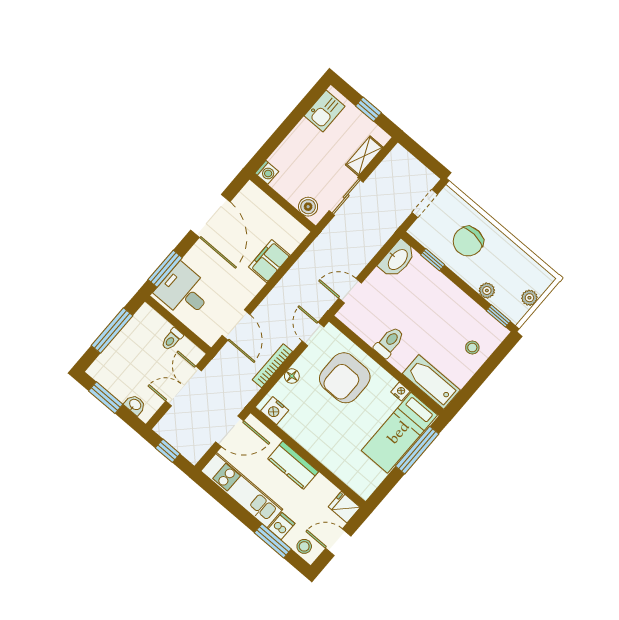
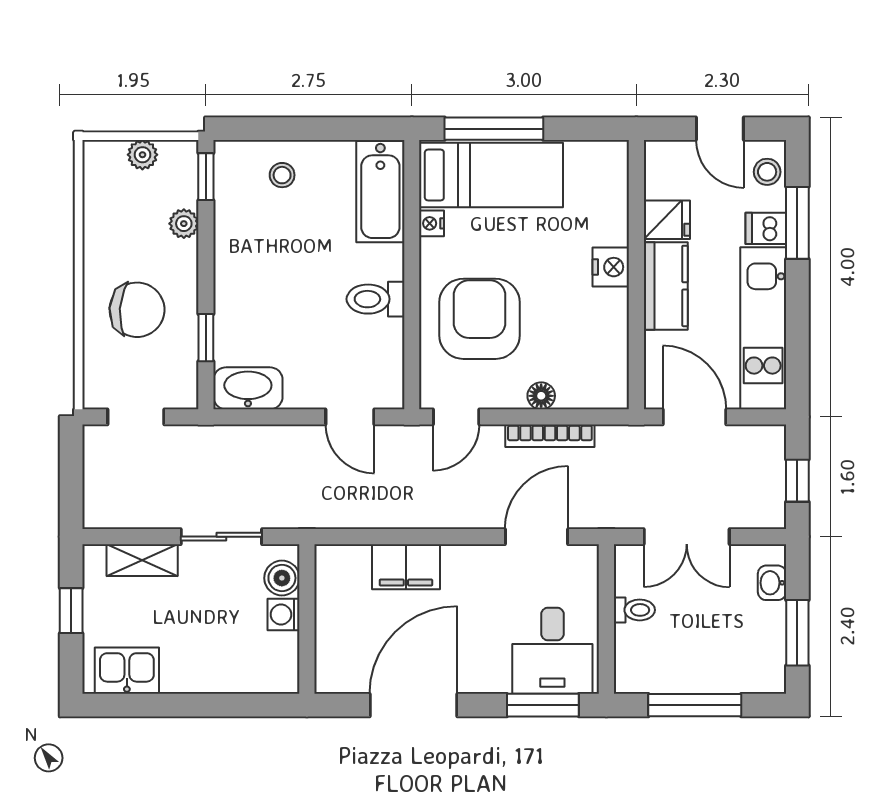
washing machine: (267, 172) -> (284, 615), moved, turned -90
armchair: (345, 378) -> (479, 319), turned -90
nightstand: (275, 411) -> (611, 267), moved
fridge: (344, 507) -> (667, 220), moved, turned -90

